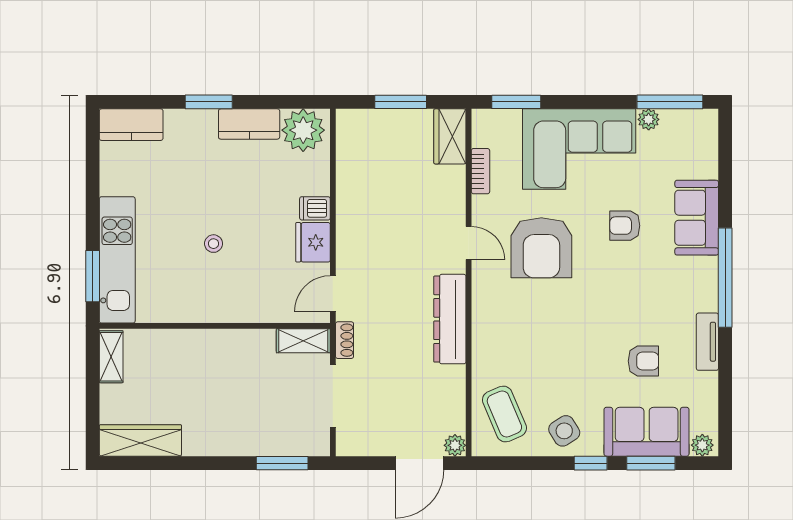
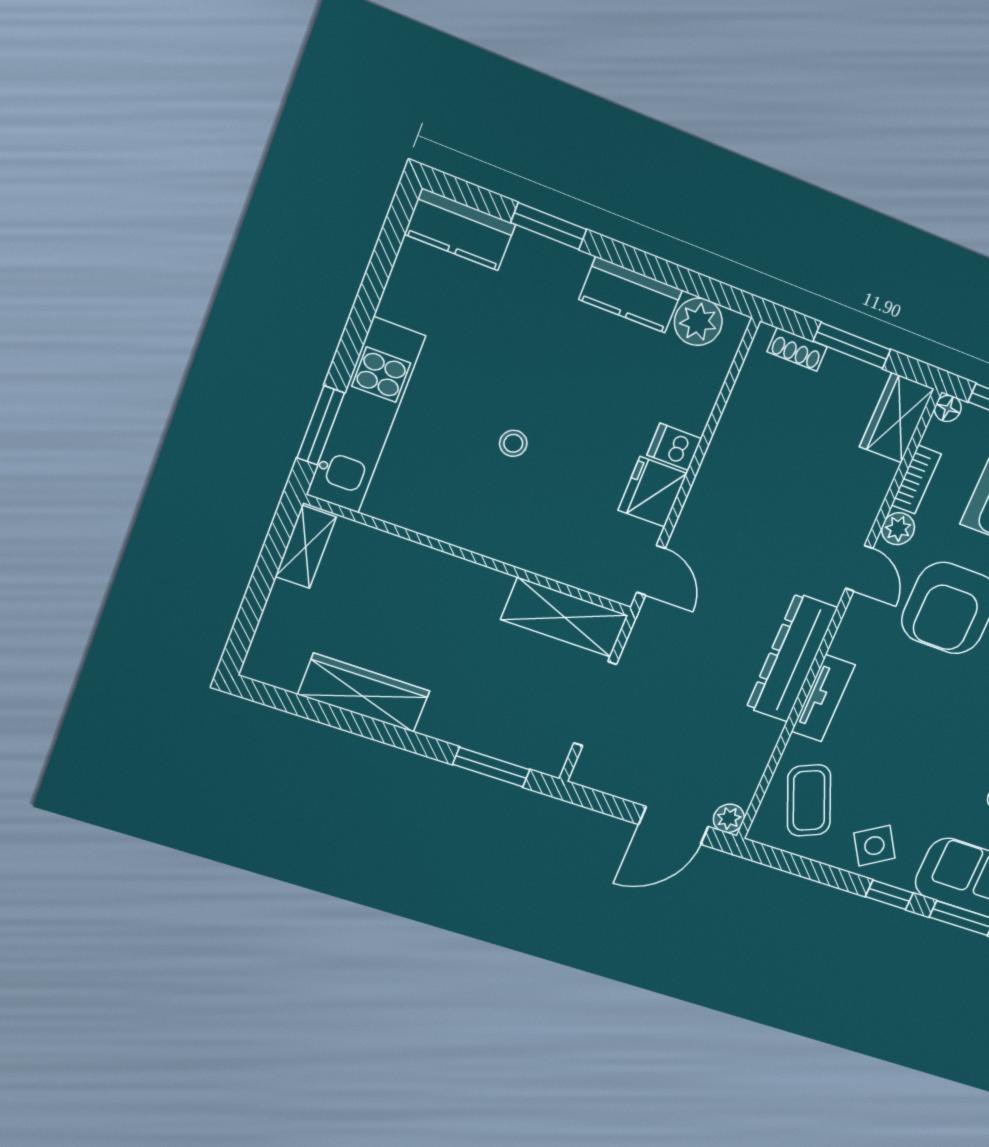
window: (209, 102) -> (549, 226), moved
floor lamp: (480, 118) -> (948, 408), added
plant: (303, 130) -> (698, 322), width x0.73, depth x0.73
plant: (483, 208) -> (898, 529), added
door: (333, 294) -> (651, 570), swing flipped
tv unit: (483, 339) -> (823, 698), added
shoe rack: (345, 340) -> (797, 349), moved, turned 90
shelving: (303, 341) -> (565, 617), width x1.50, depth x1.33
wardrobe: (140, 440) -> (364, 693), moved

